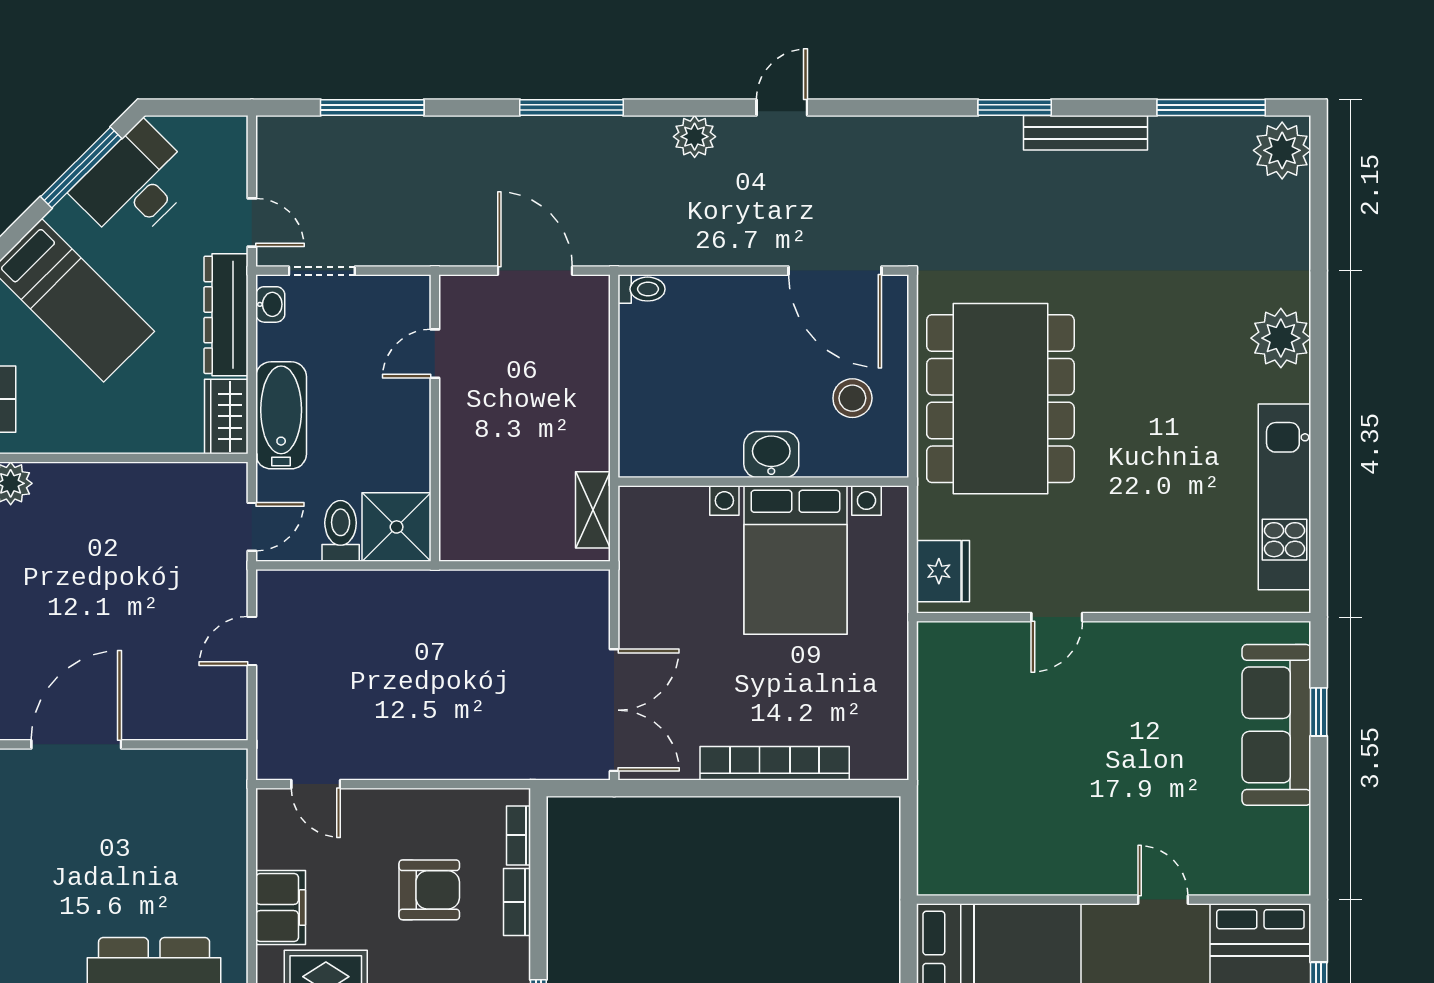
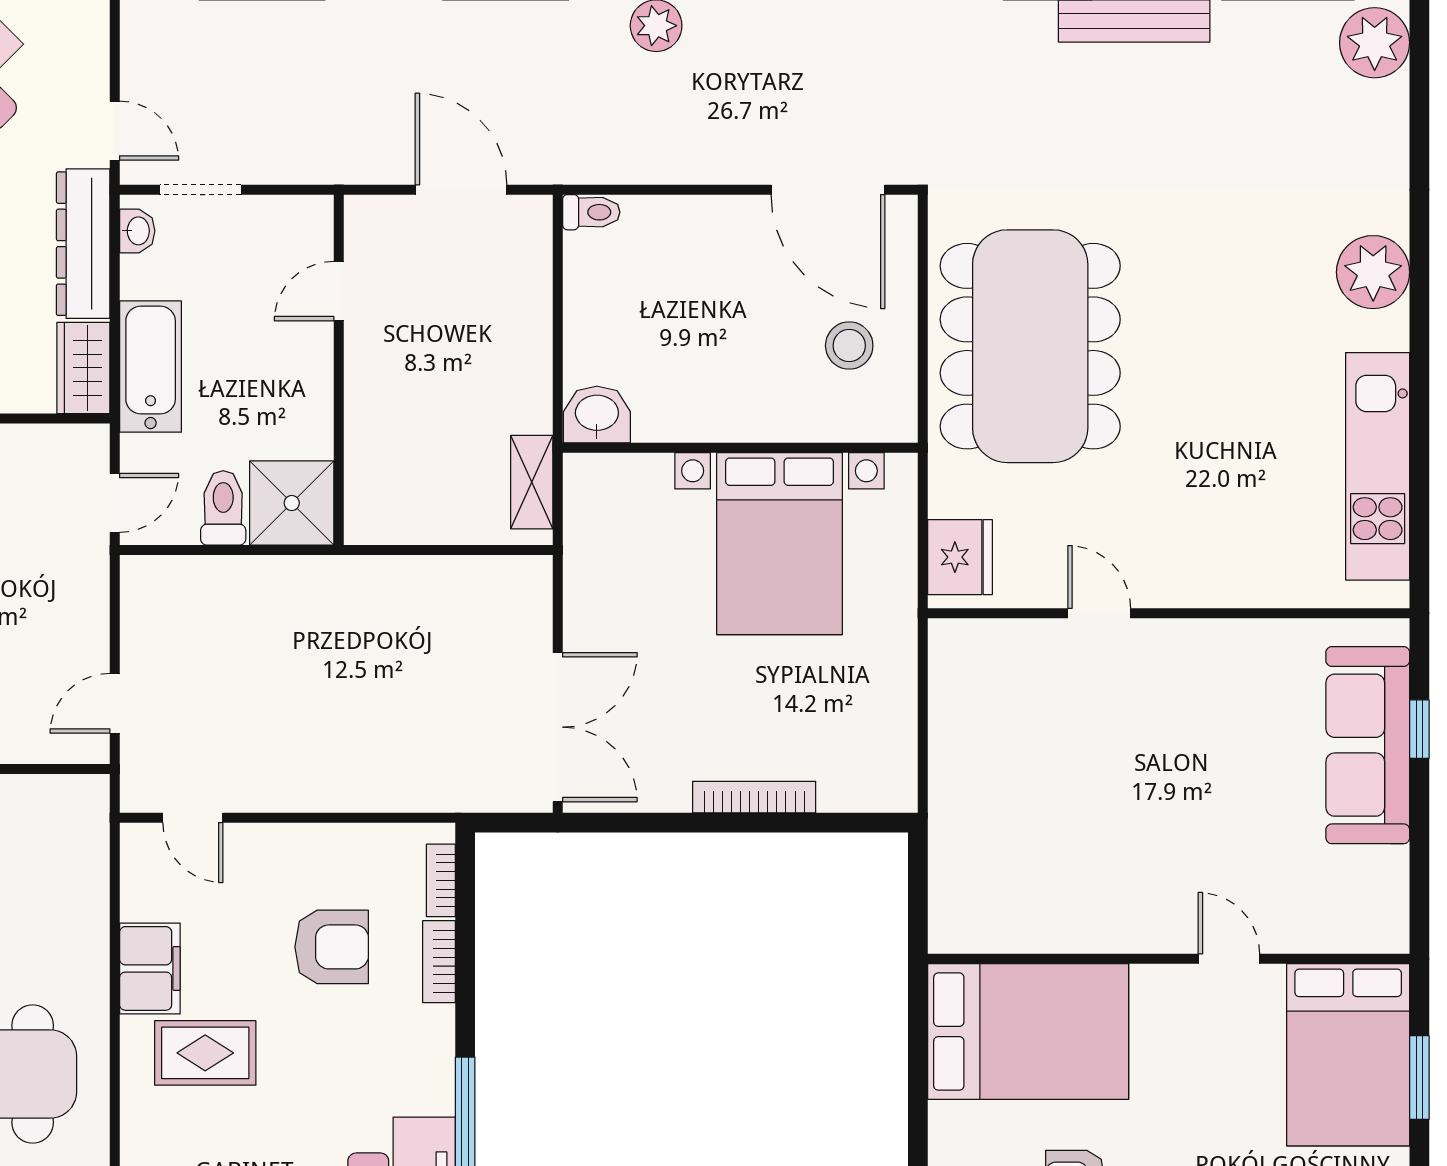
washbasin: (771, 454) -> (597, 414), moved
door: (1057, 617) -> (1099, 613), swing flipped
door: (252, 641) -> (115, 703), moved
bookcase: (775, 763) -> (754, 797), width x0.68, depth x0.76

